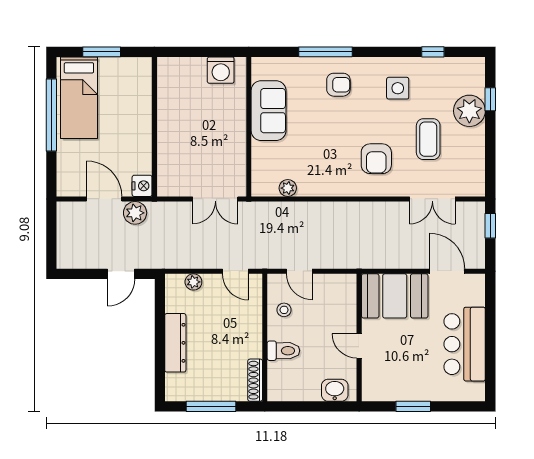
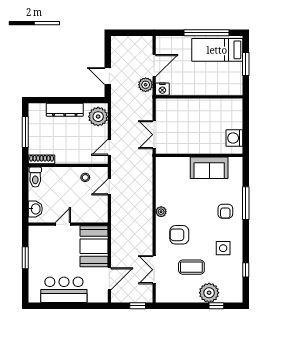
plant: (288, 188) -> (161, 212), moved
plant: (193, 282) -> (98, 117), width x1.87, depth x1.87
toilet: (283, 351) -> (35, 177), moved

